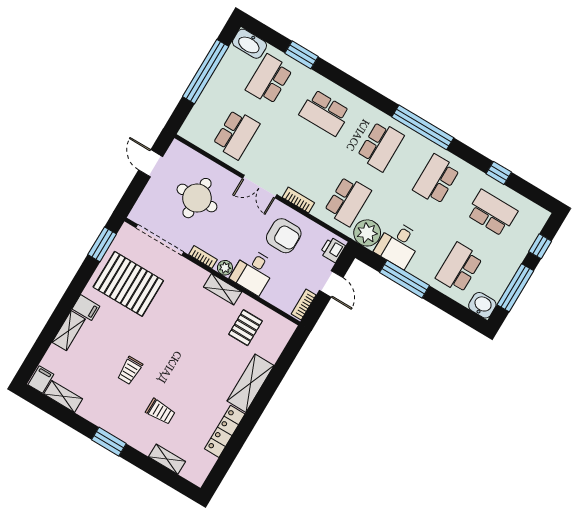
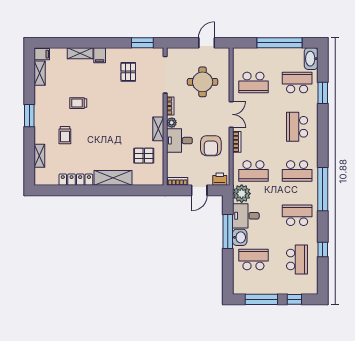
double door: (260, 187) -> (231, 114), swing flipped
pallet: (128, 284) -> (128, 72), width x0.49, depth x0.50
washbasin: (482, 305) -> (240, 237), moved

